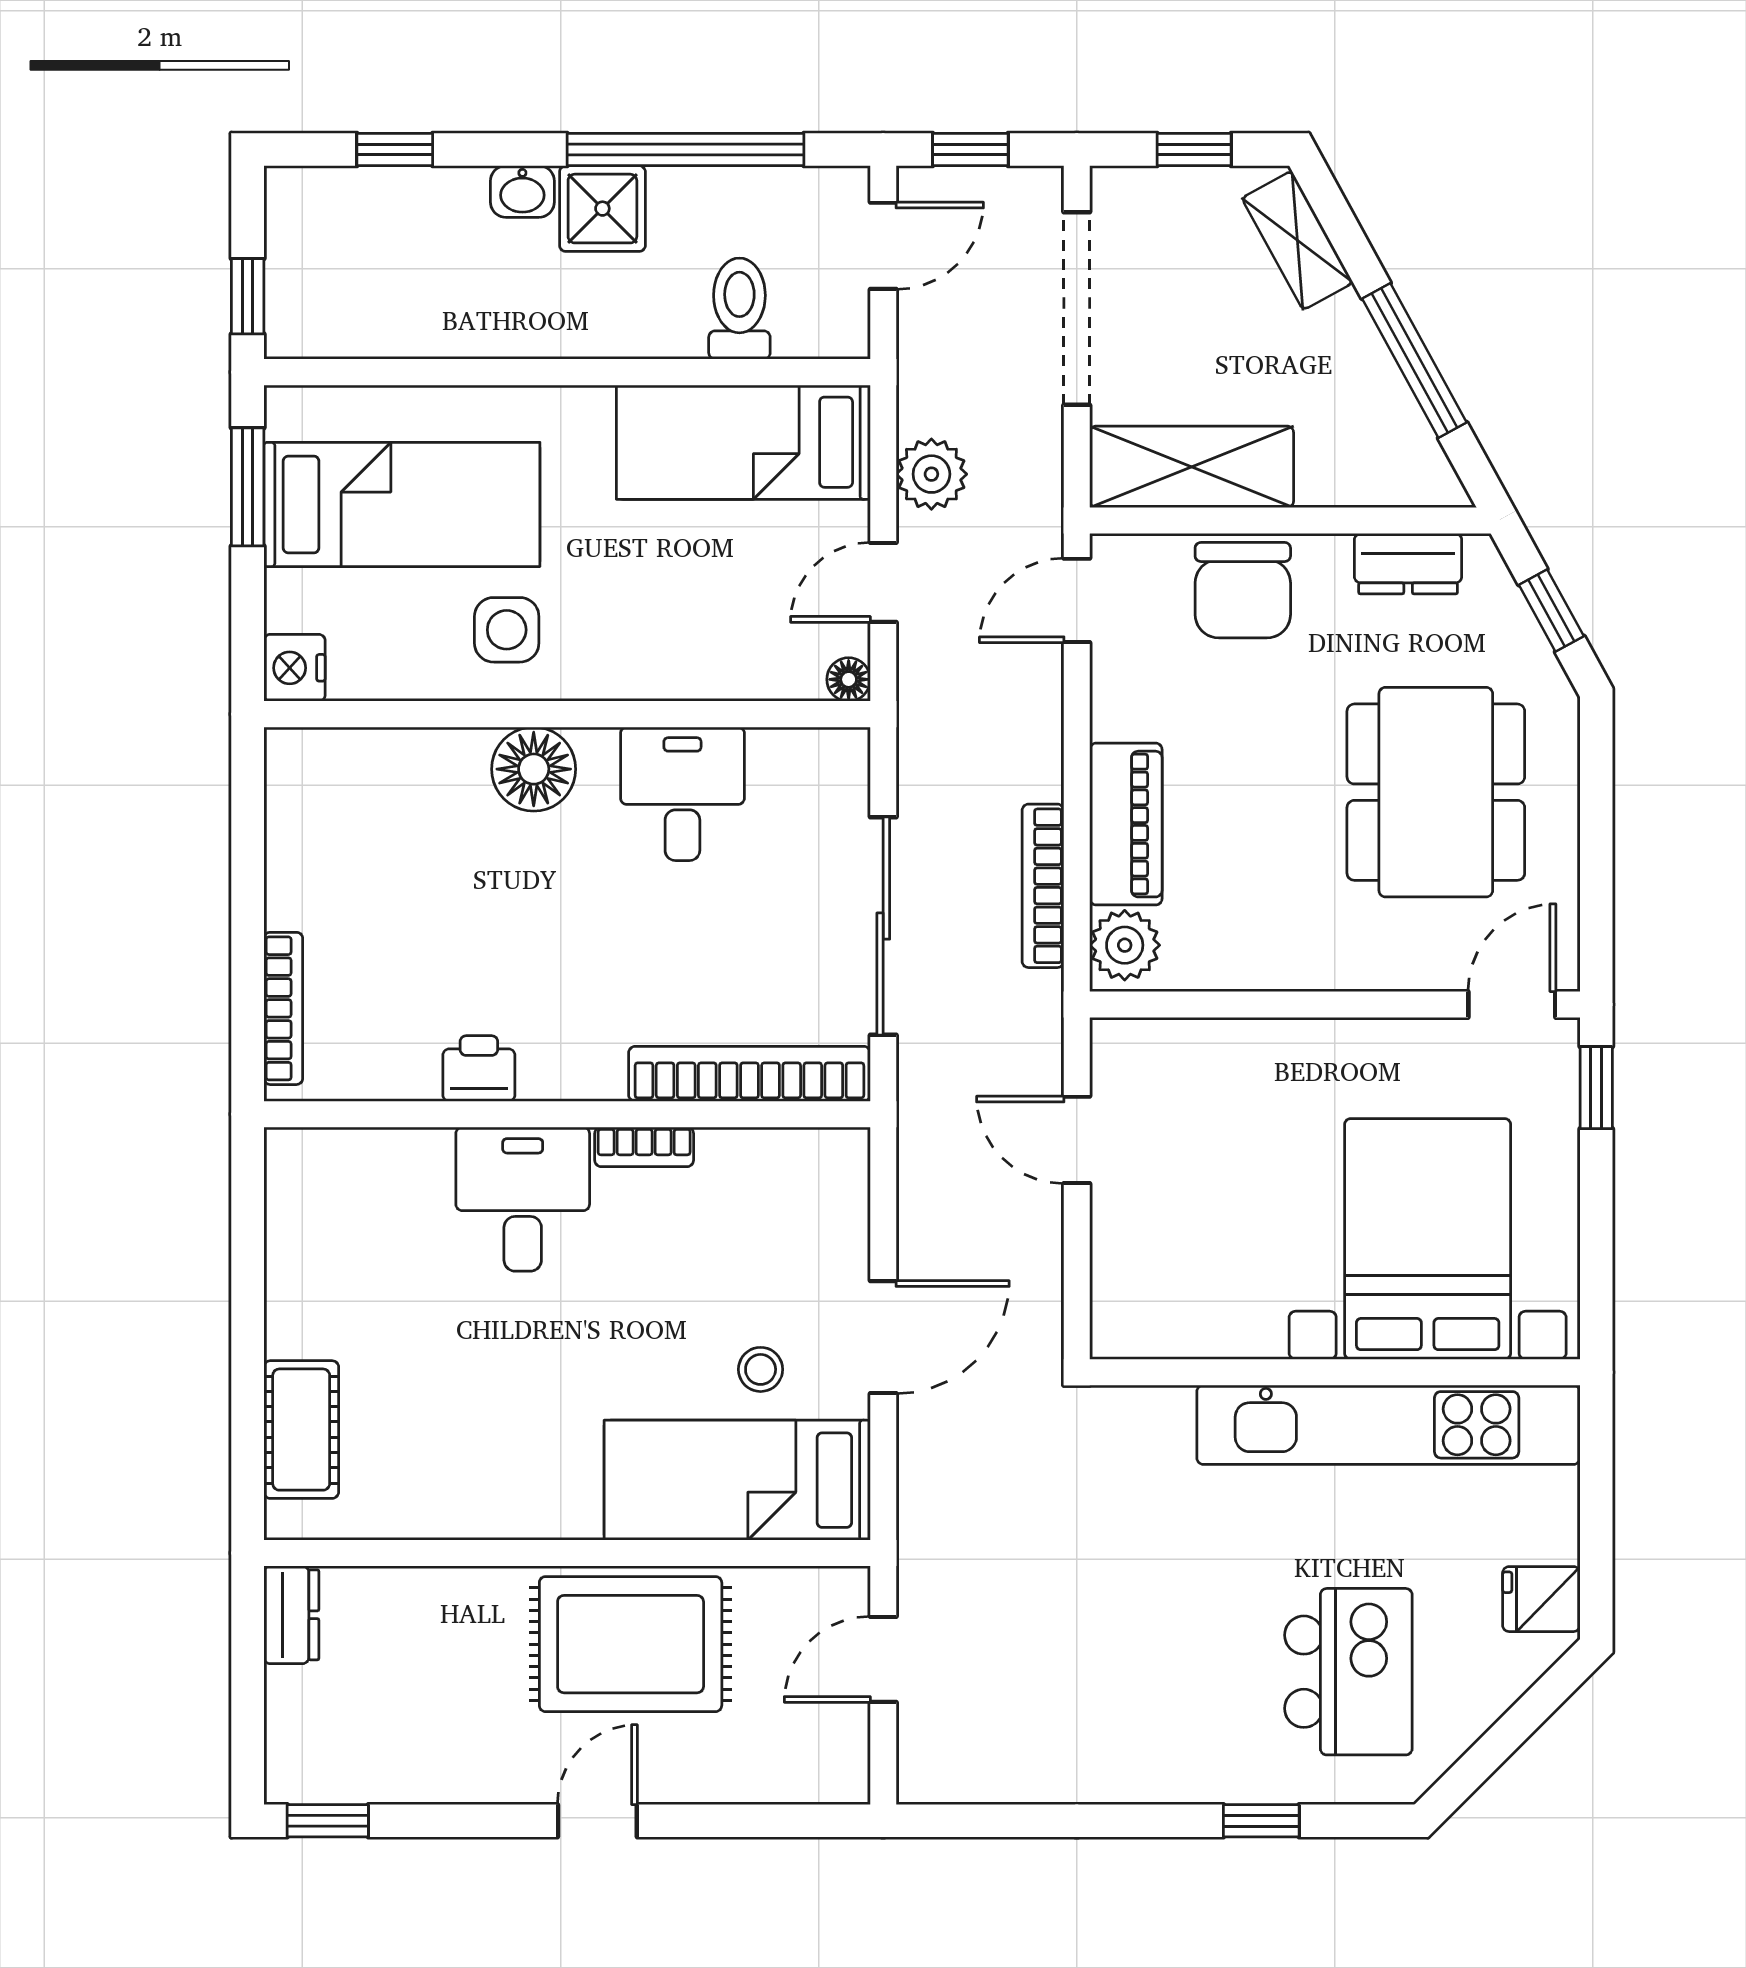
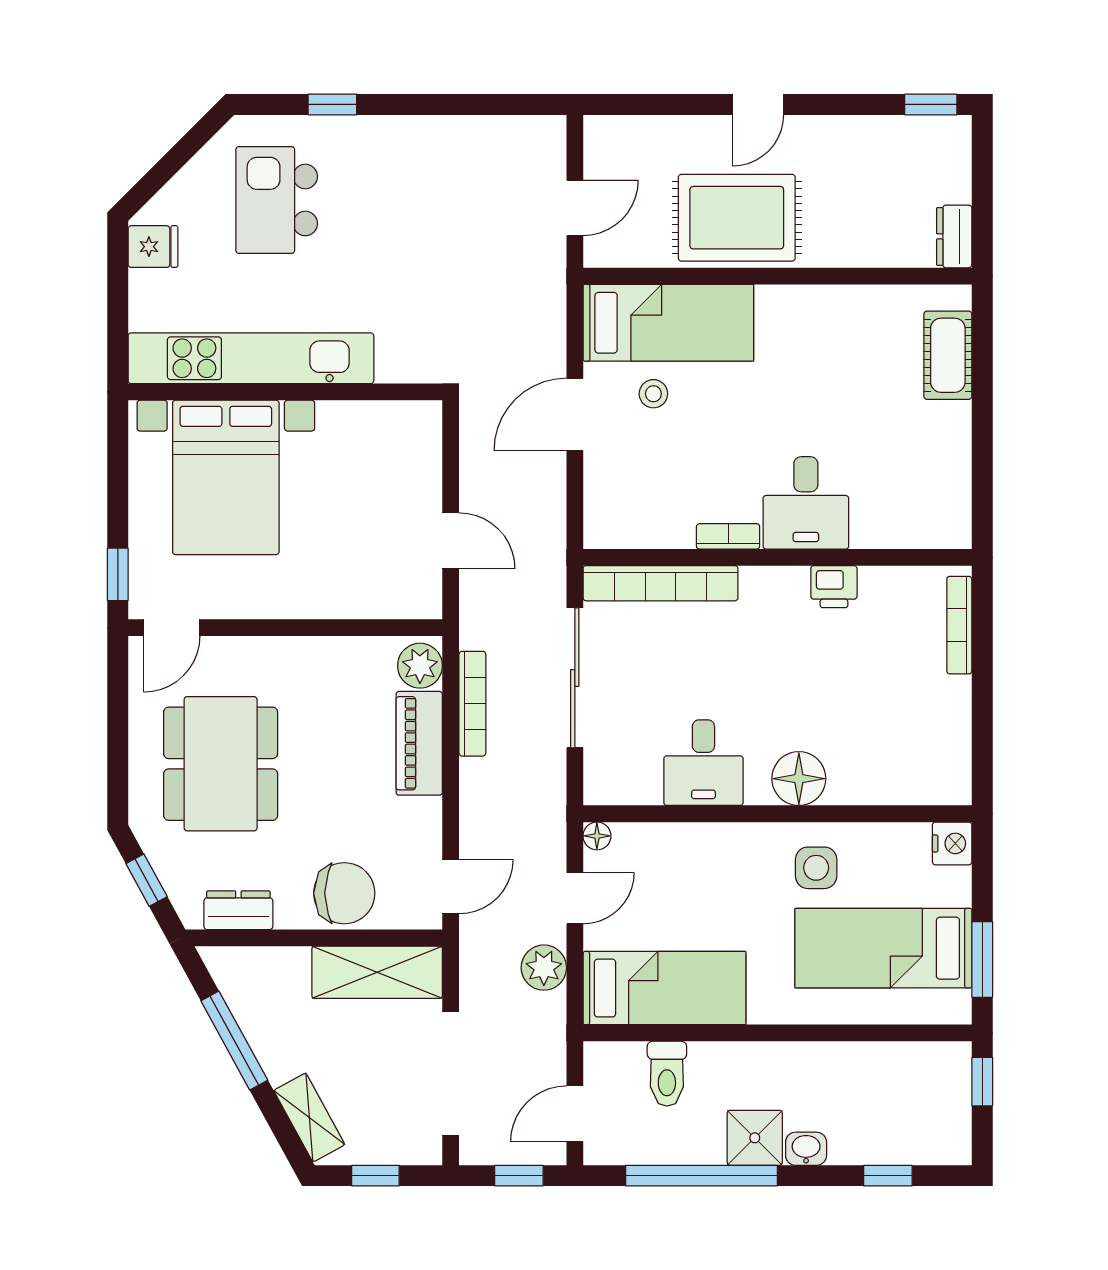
chair: (1243, 590) -> (344, 893), turned 90

